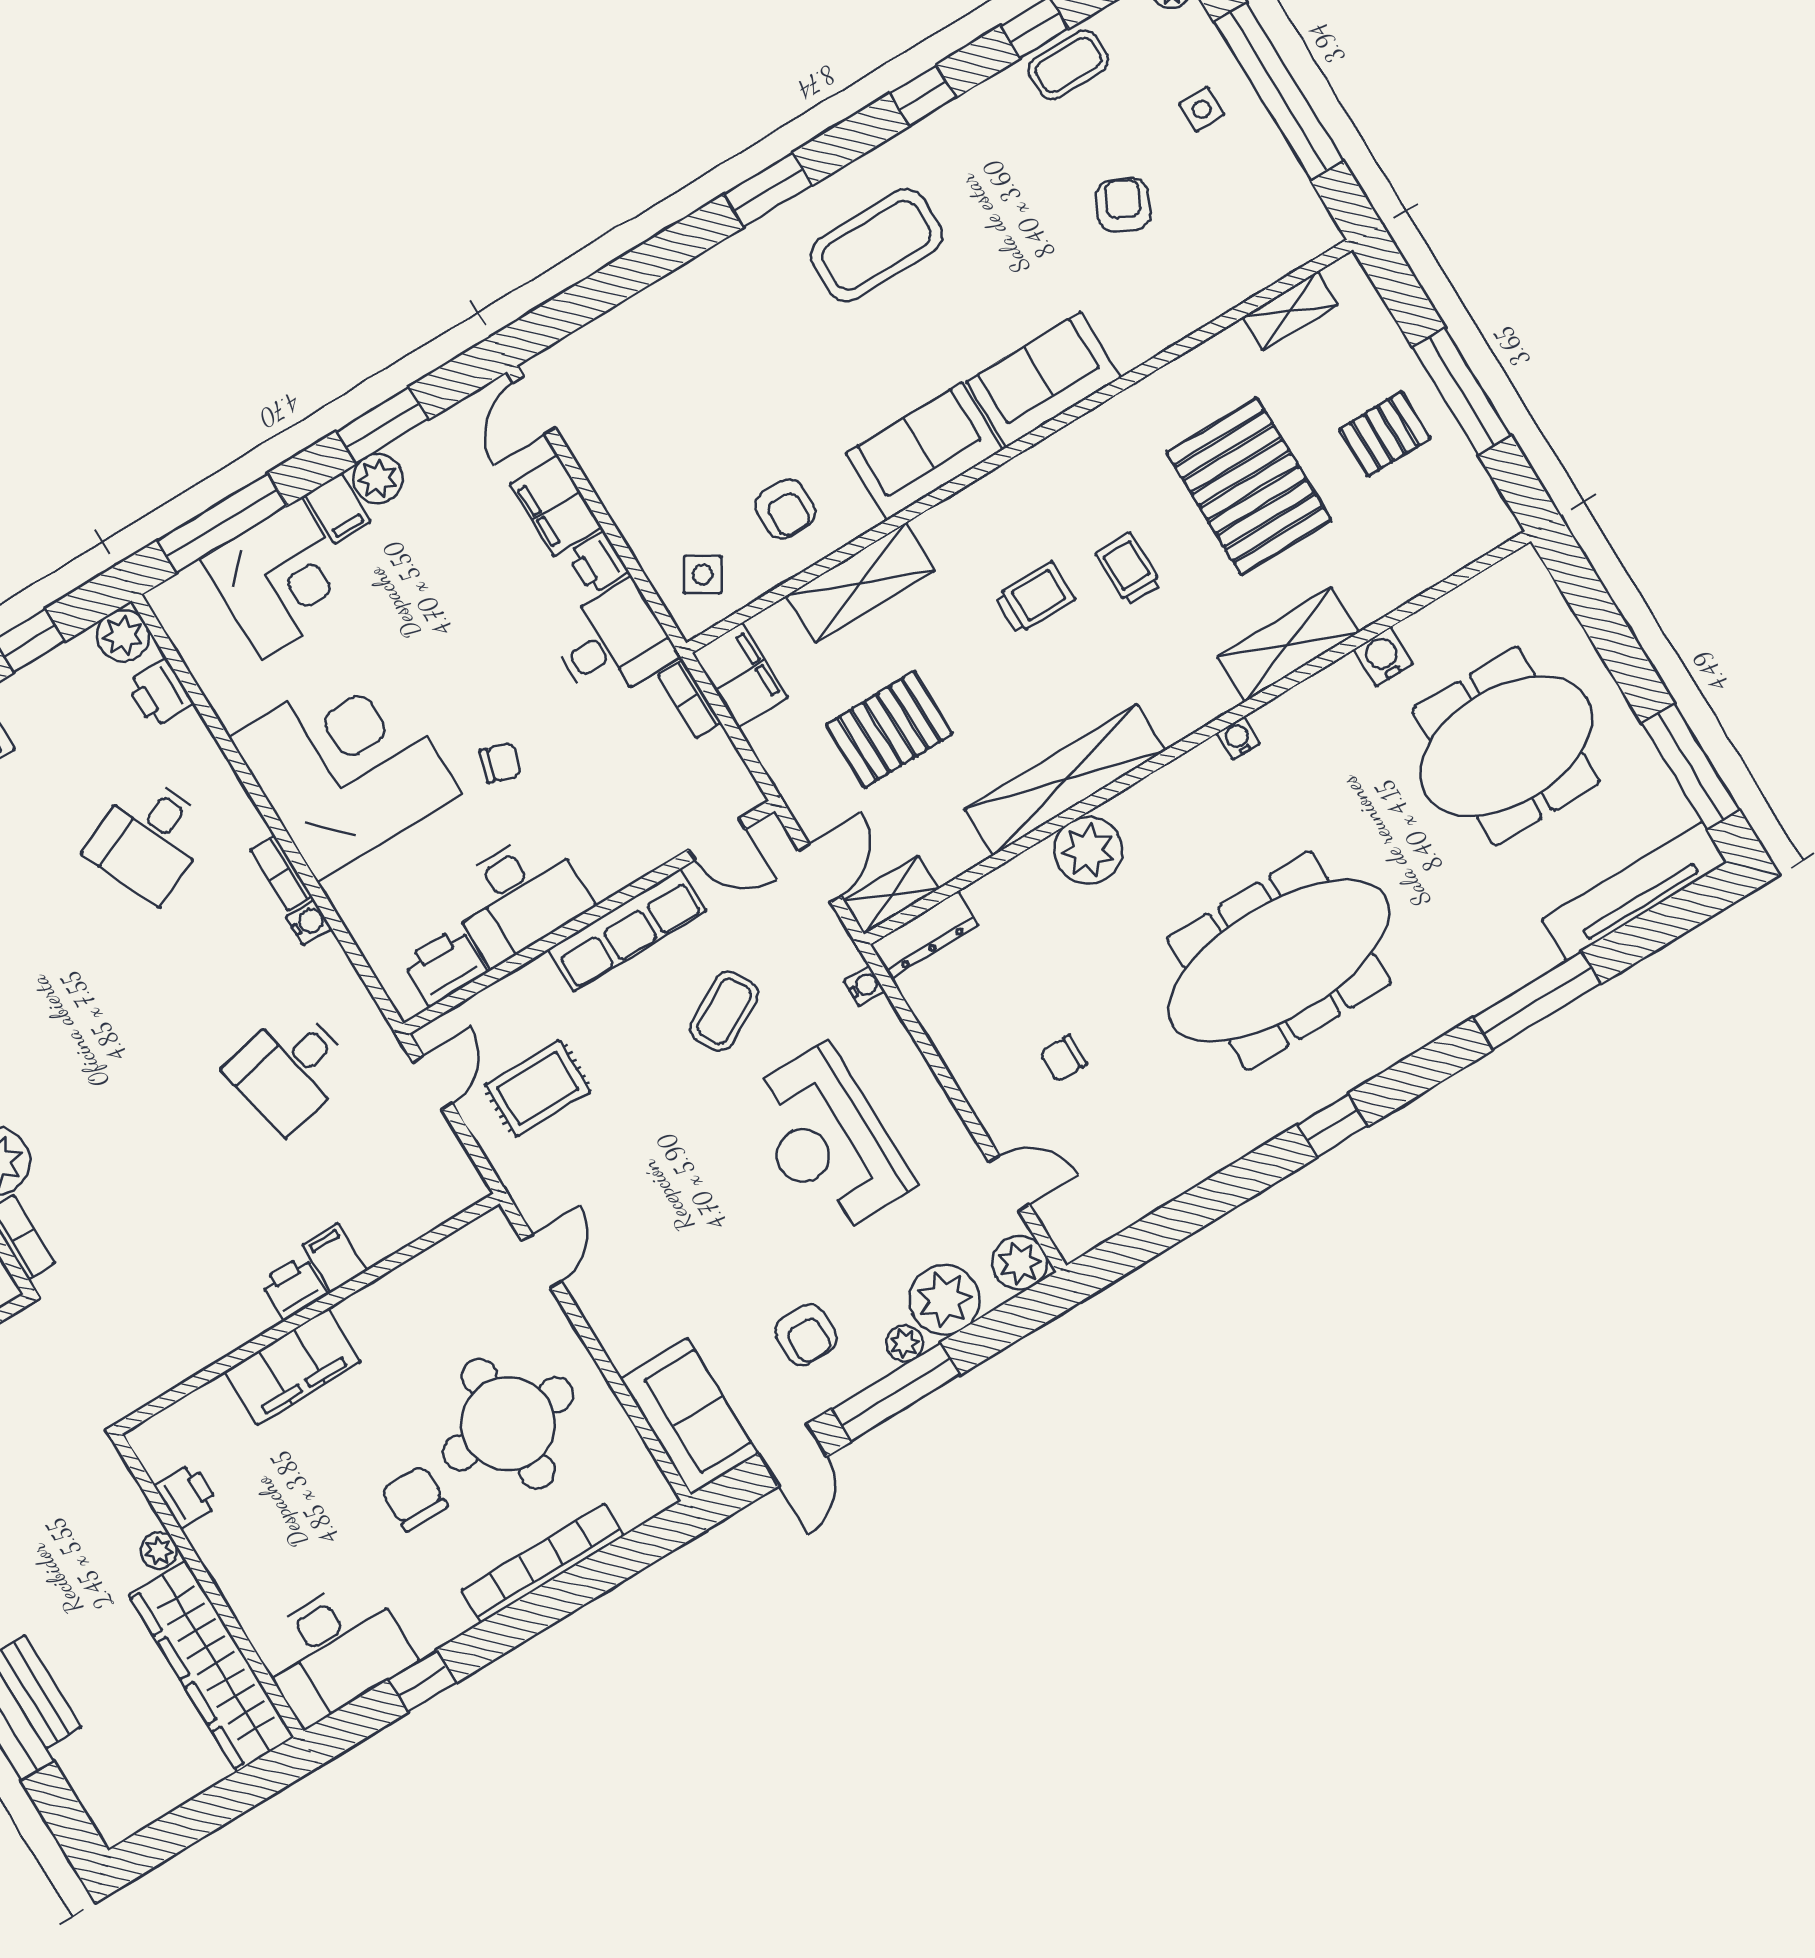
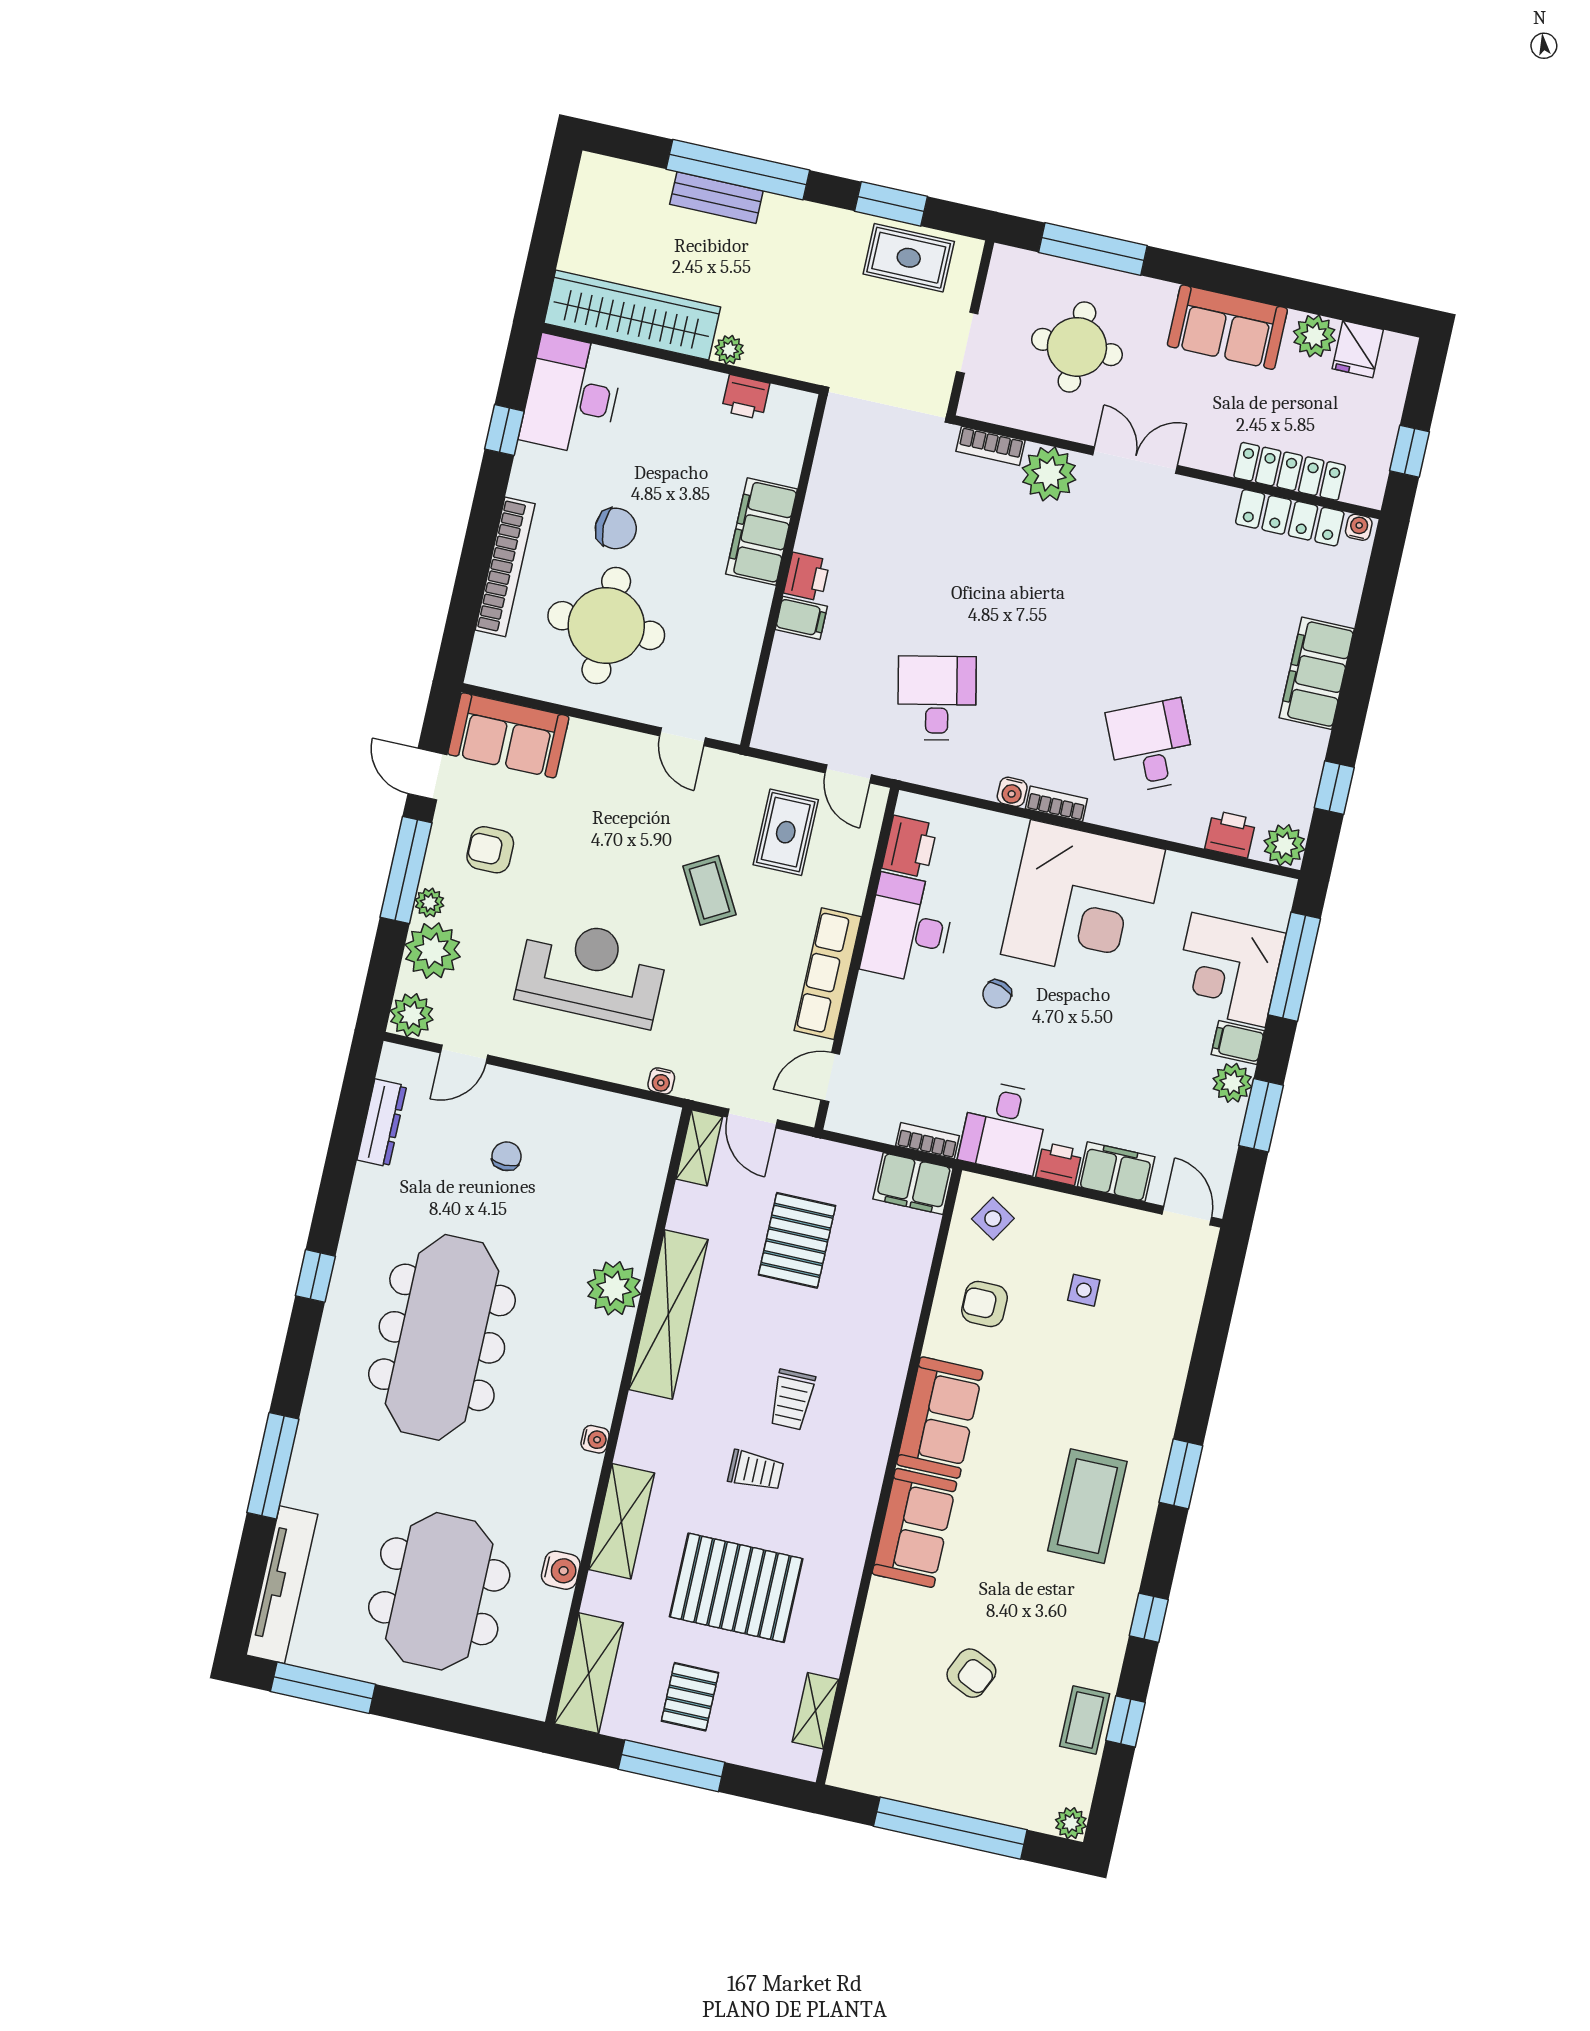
side table: (1202, 109) -> (1084, 1290), moved
shelving: (861, 583) -> (589, 1673), moved
dresser: (924, 935) -> (382, 1123), moved, turned 180
coffee table: (724, 1011) -> (709, 890), moved

